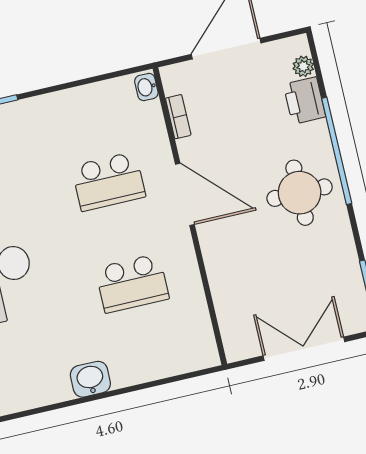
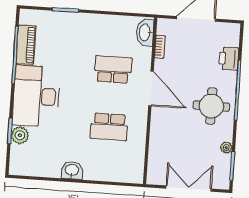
plant: (303, 66) -> (226, 148), moved
washbasin: (146, 87) -> (145, 32), width x1.91, depth x1.45
school desk: (108, 181) -> (113, 70), turned 180

